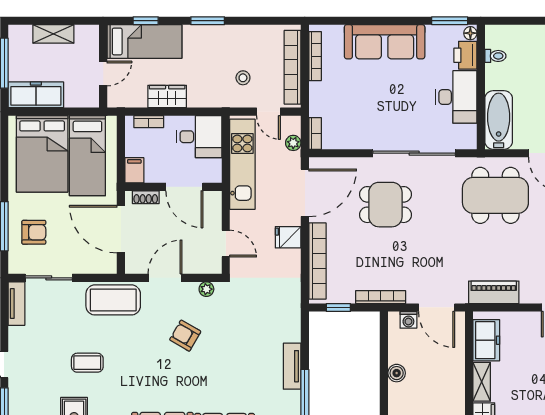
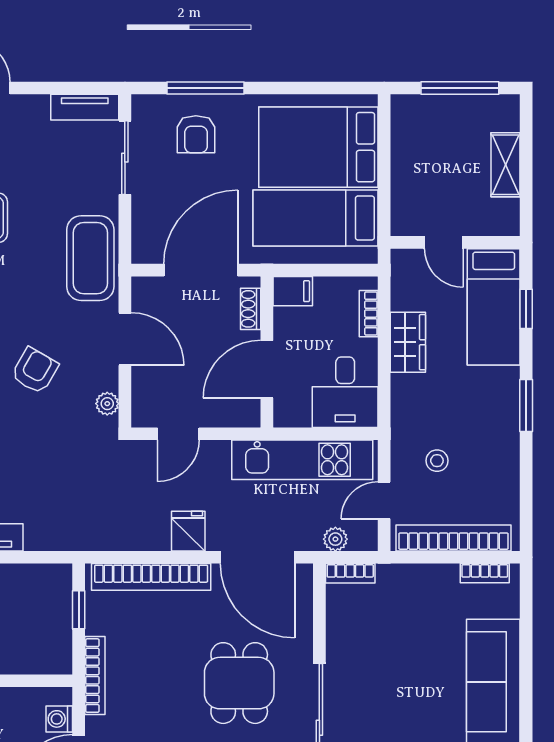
bookcase: (315, 56) -> (485, 573), width x0.64
freezer: (36, 95) -> (410, 137), removed

